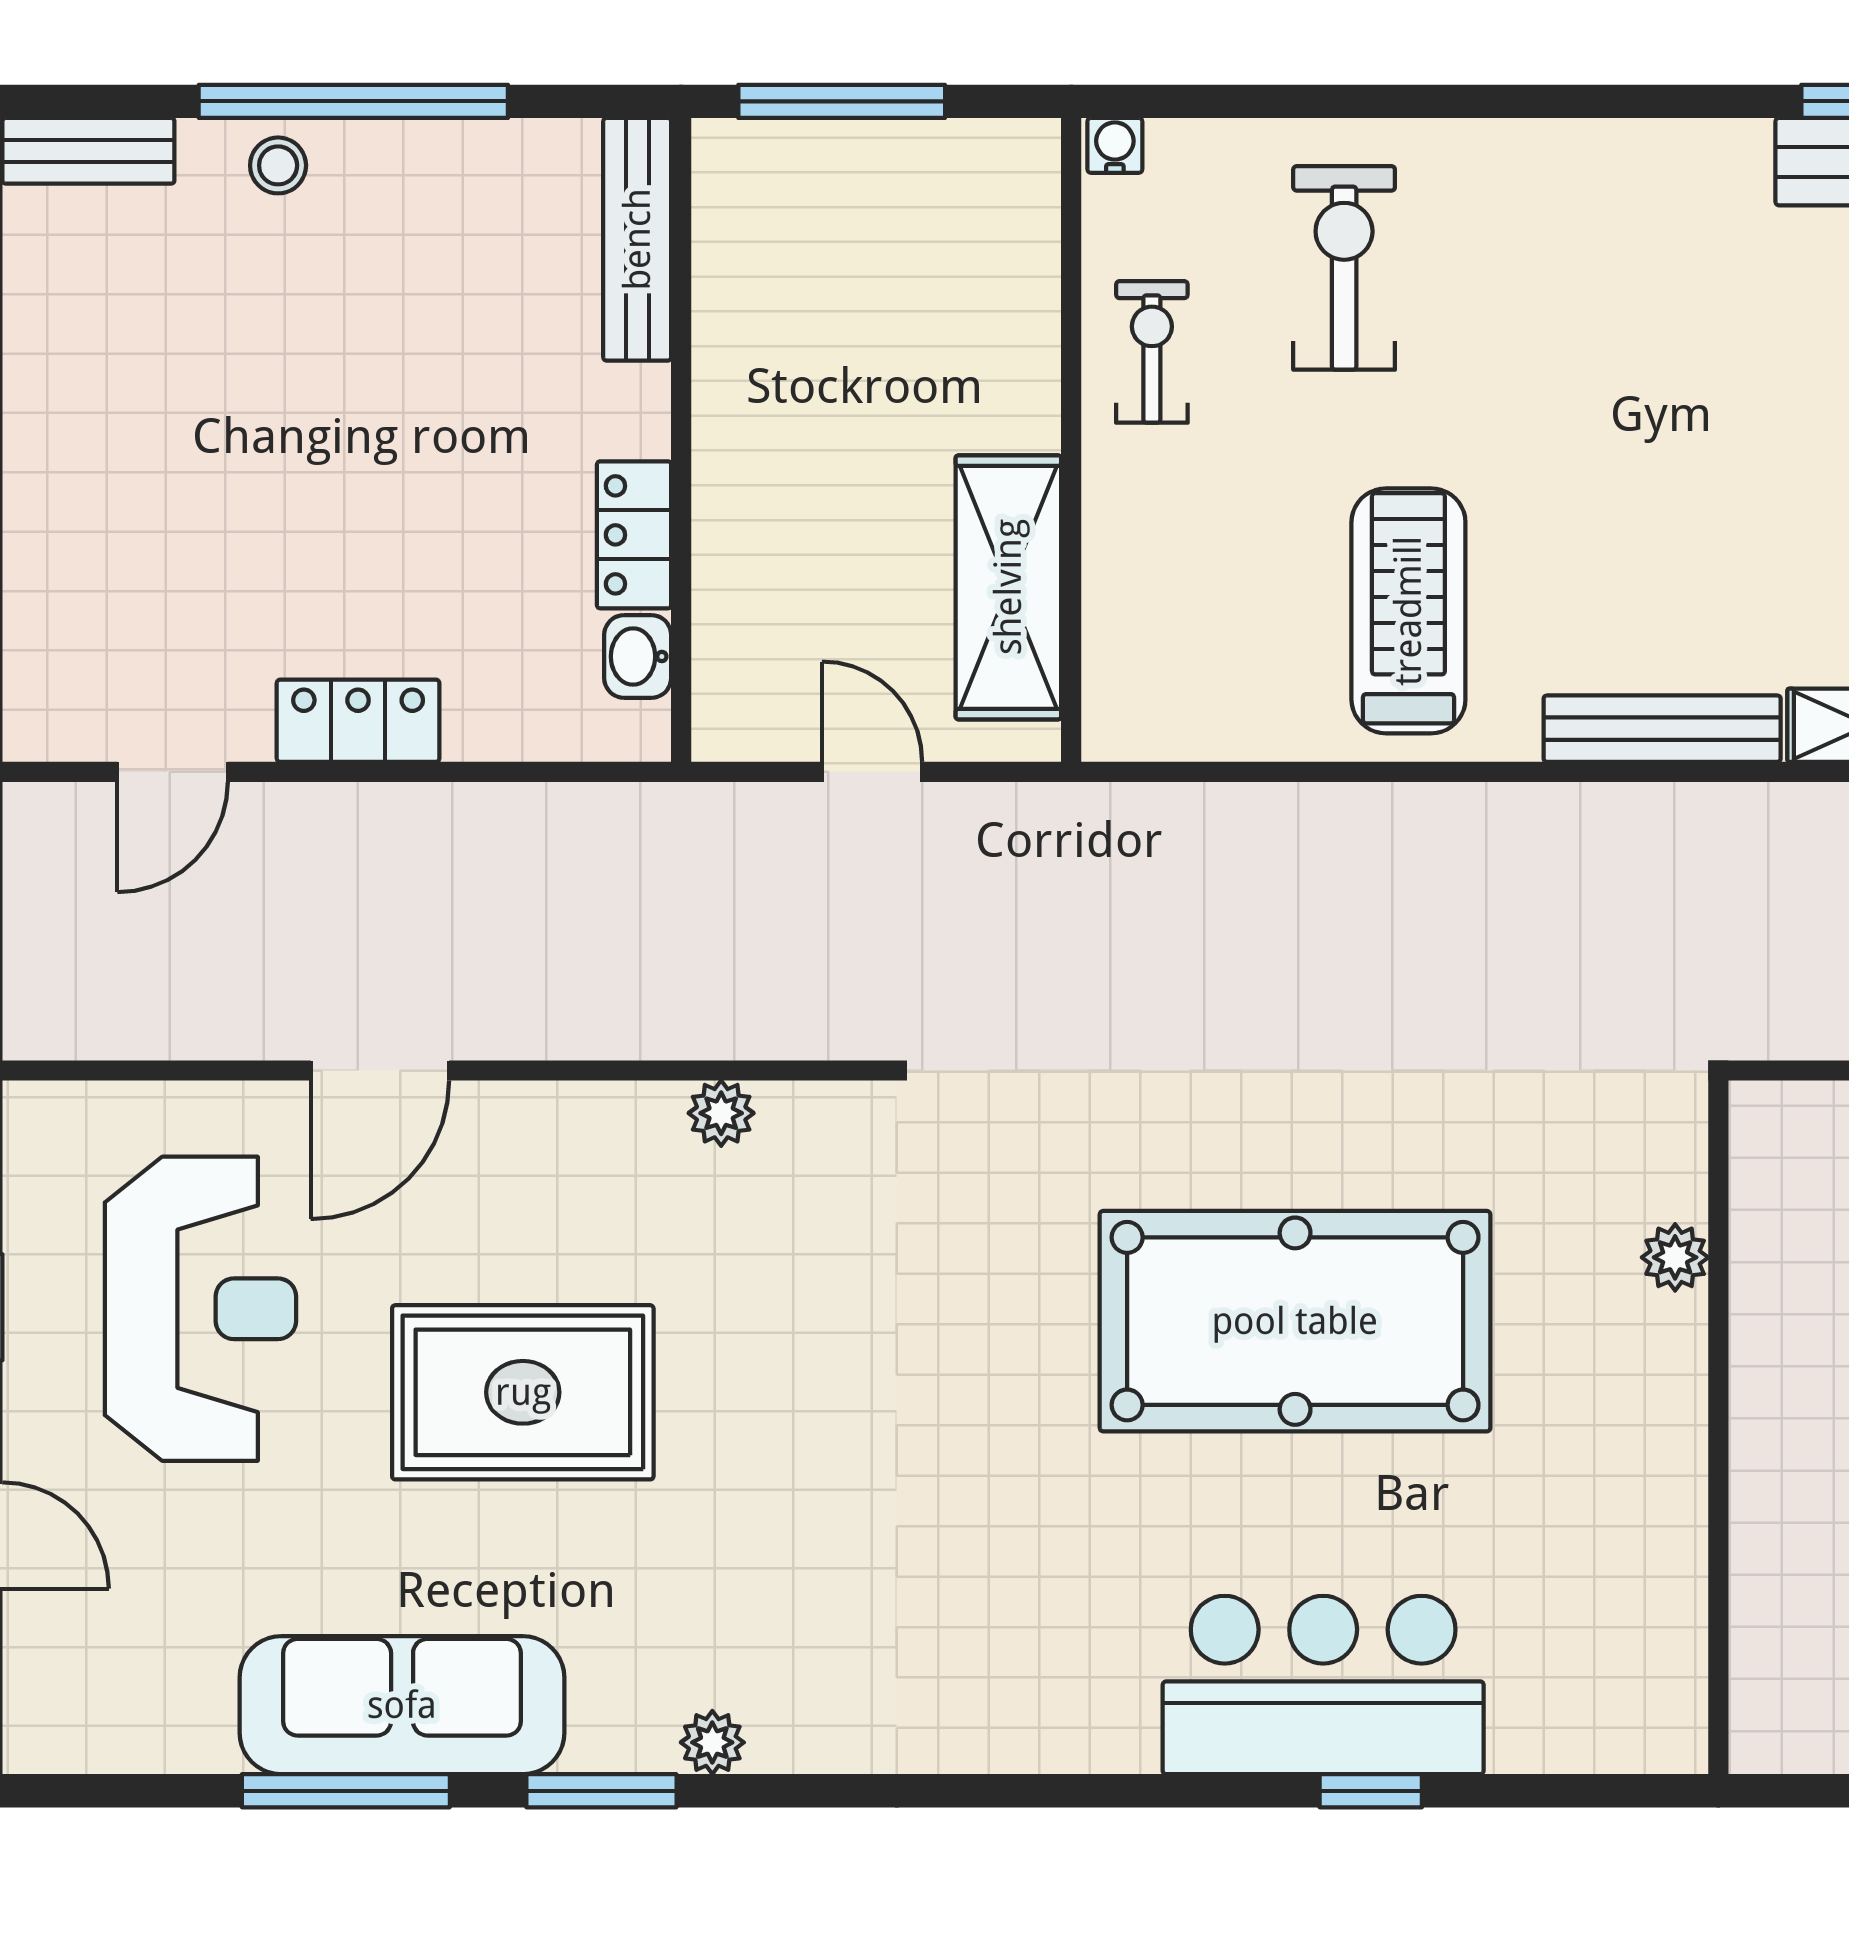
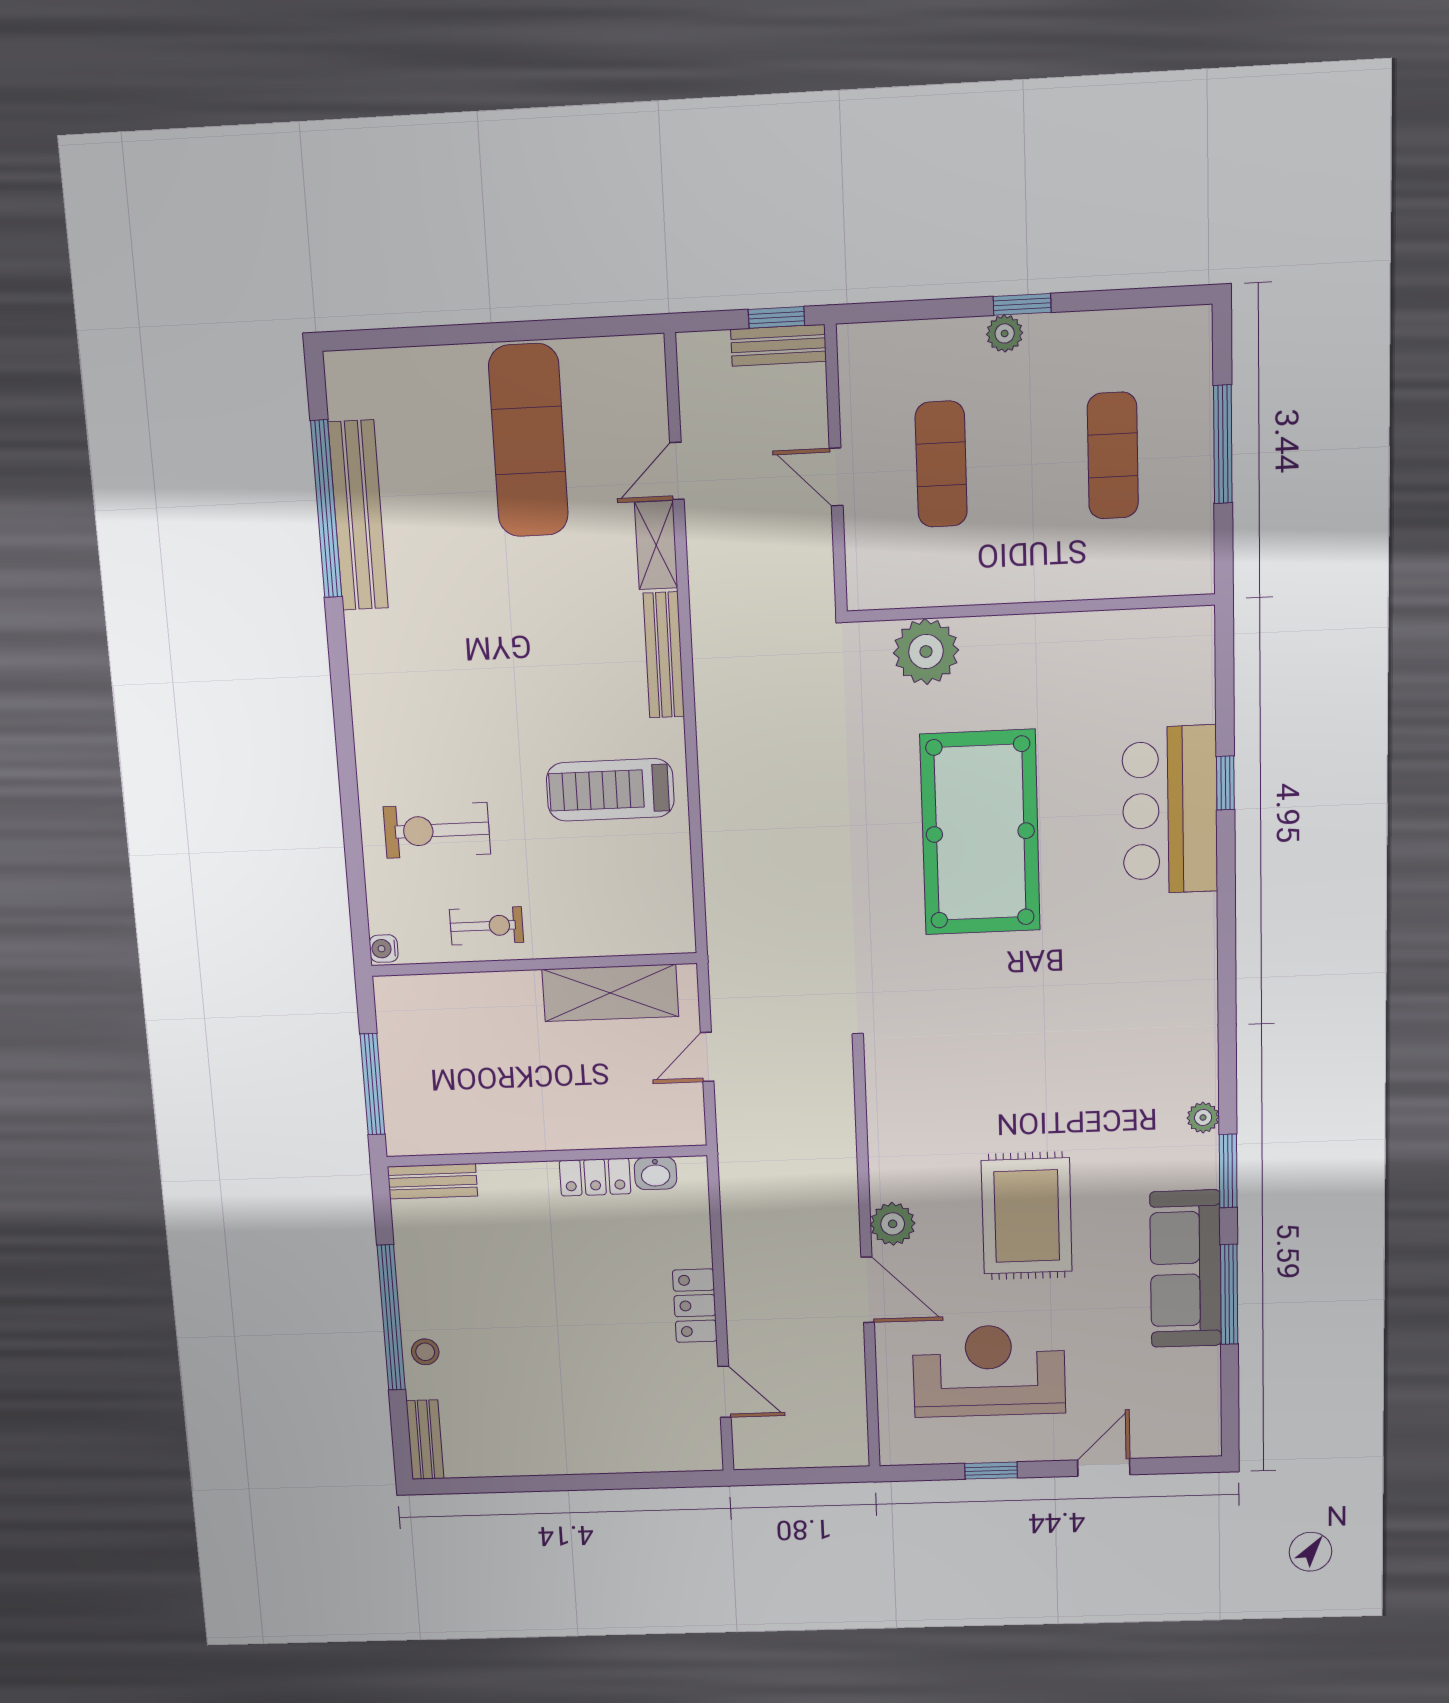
bench: (637, 239) -> (432, 1181), width x0.73
exercise bike: (1152, 352) -> (487, 926), turned 180
plant: (721, 1113) -> (893, 1224), moved, width x1.38, depth x1.38
plant: (1675, 1257) -> (926, 652), width x1.87, depth x1.87

